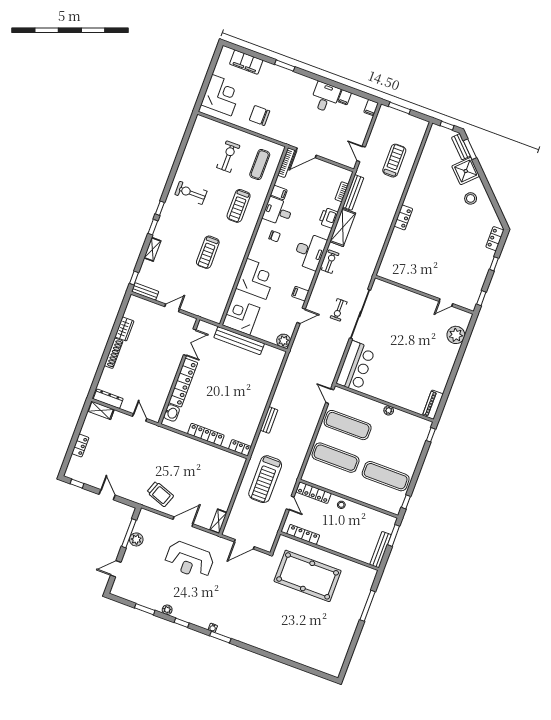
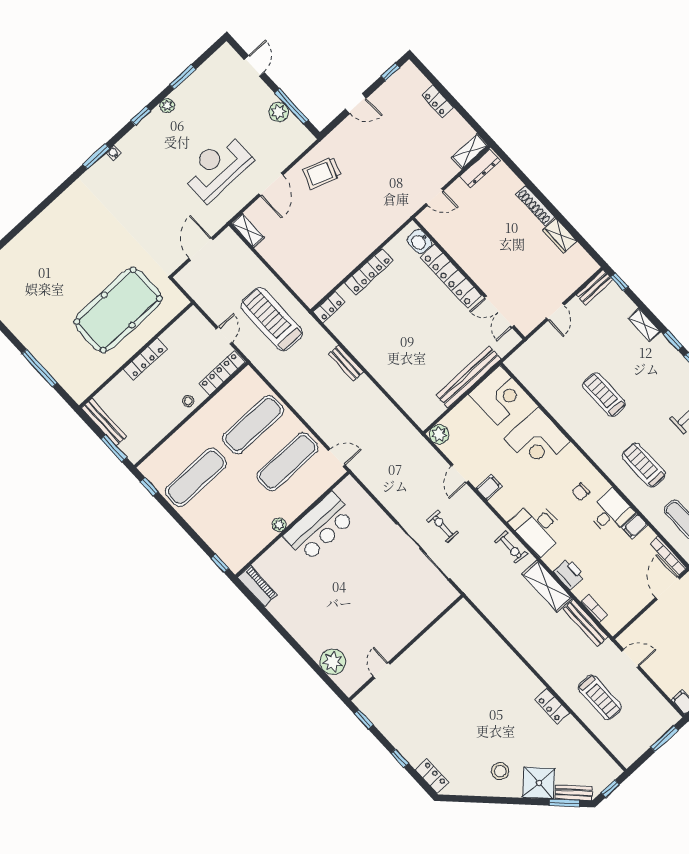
locker: (403, 217) -> (552, 706), moved
bar counter: (356, 366) -> (319, 527), moved, turned -90
door: (290, 503) -> (224, 336), swing flipped
locker: (303, 534) -> (145, 359), moved

